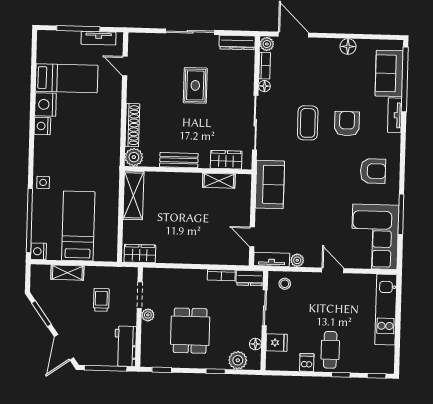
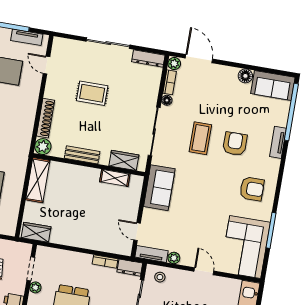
sofa: (389, 73) -> (273, 85), moved, turned -90
rug: (195, 85) -> (92, 93), moved, turned 90

